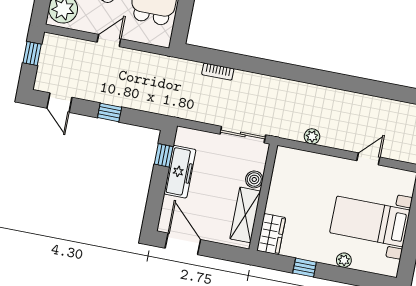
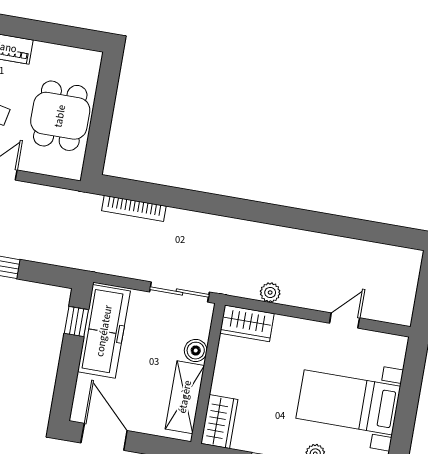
bookcase: (218, 72) -> (134, 208), width x1.56
wardrobe: (294, 160) -> (247, 323), added
freezer: (180, 172) -> (104, 331), width x1.36, depth x1.26

